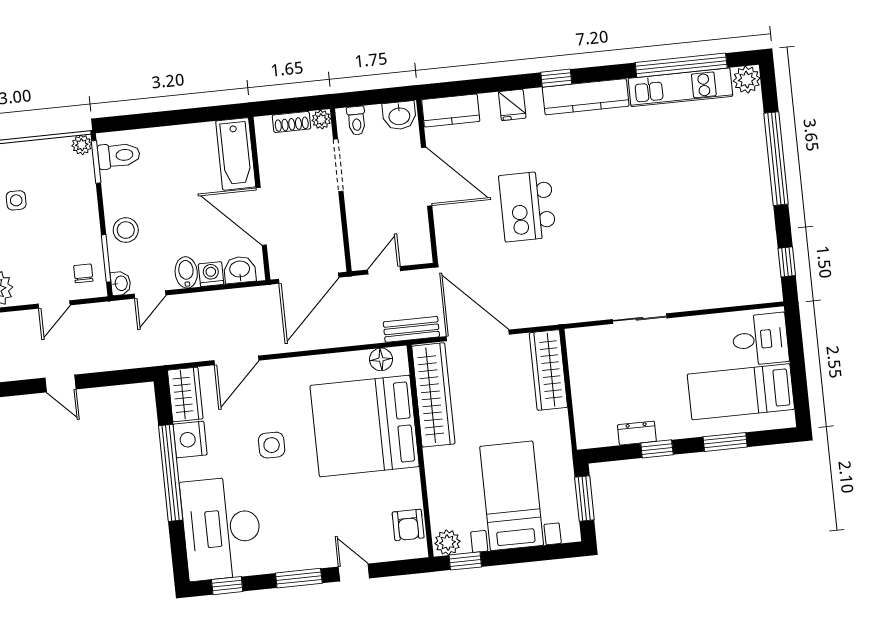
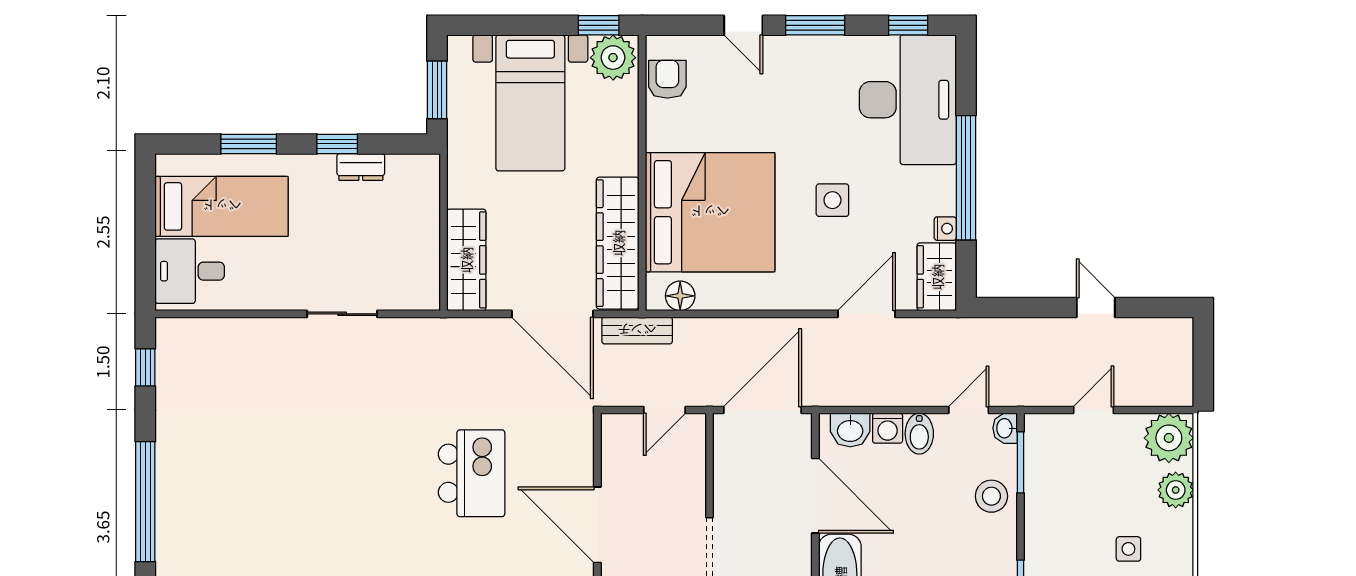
chair: (83, 273) -> (1052, 446), removed
nightstand: (190, 439) -> (945, 229), width x0.53, depth x0.56
plant: (447, 542) -> (613, 58), width x1.36, depth x1.36

